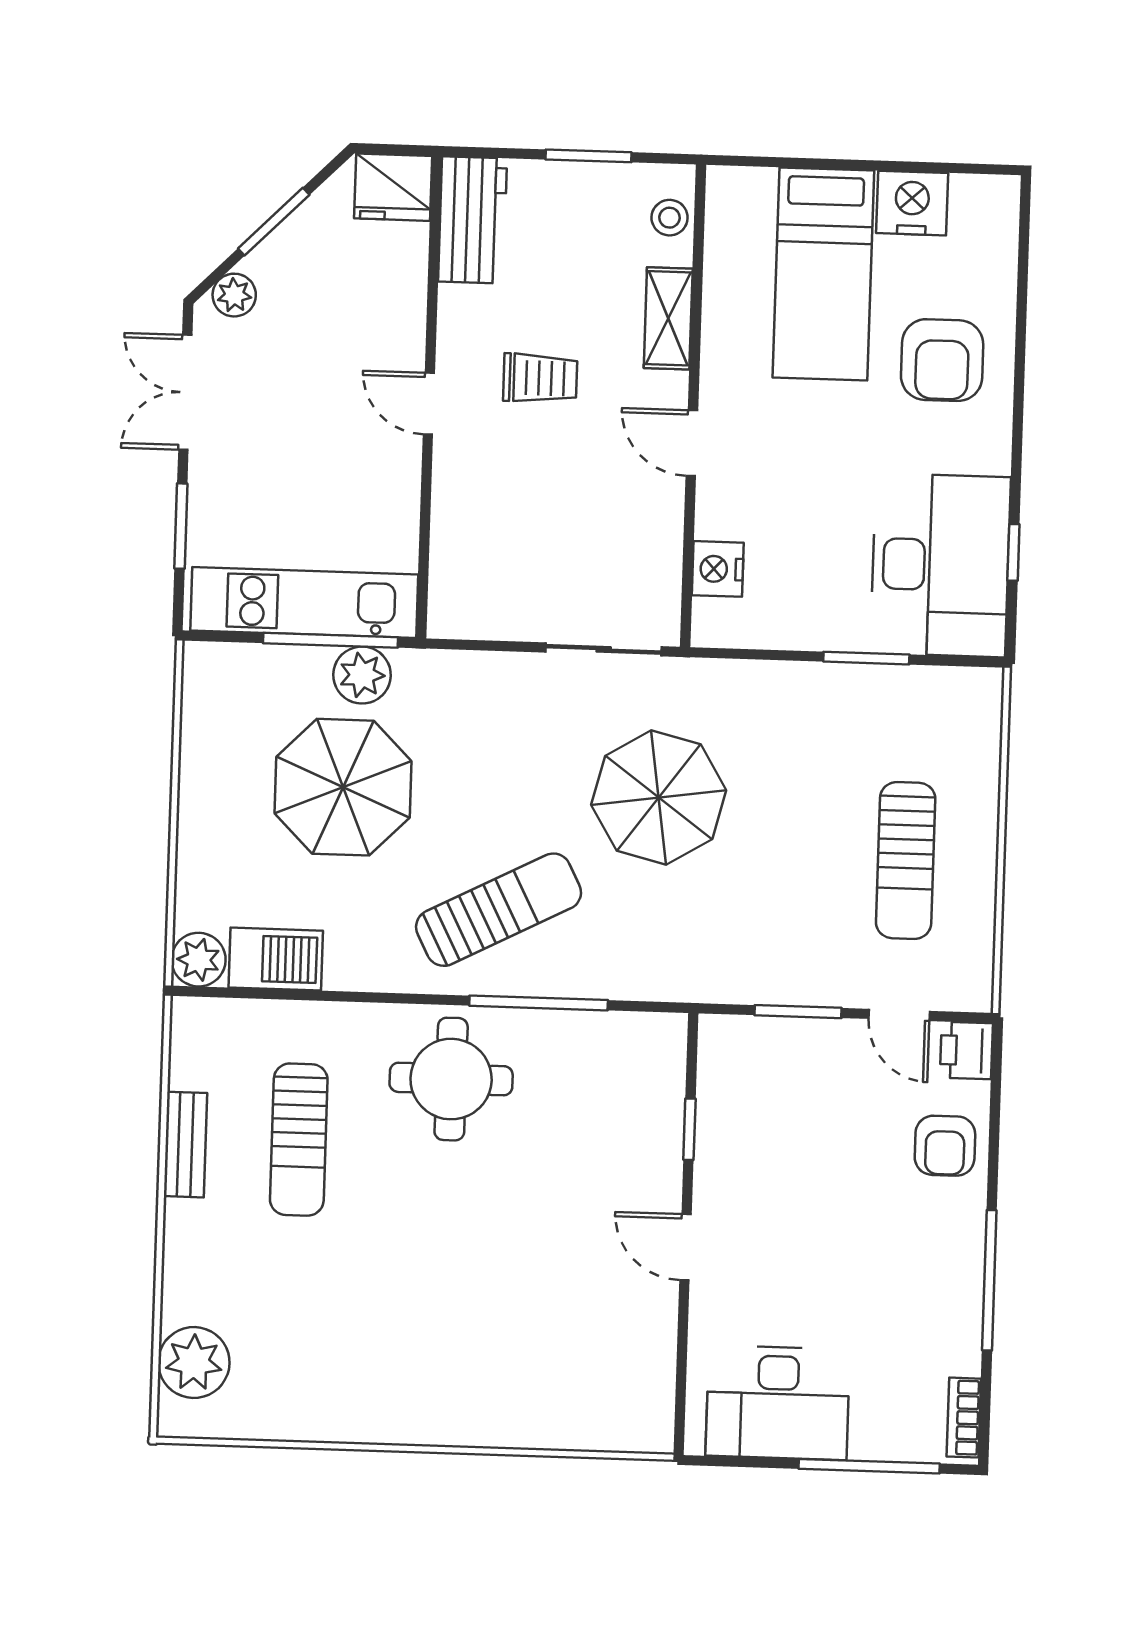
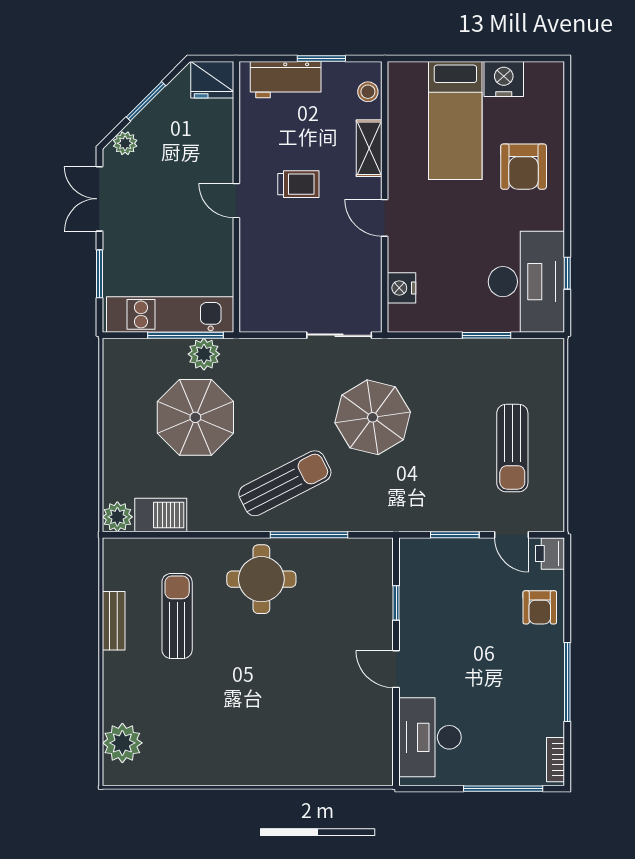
workbench: (472, 220) -> (286, 80), moved, turned 90
sun lounger: (299, 1140) -> (177, 616), turned 180
desk: (778, 1403) -> (430, 737), moved, turned 90

